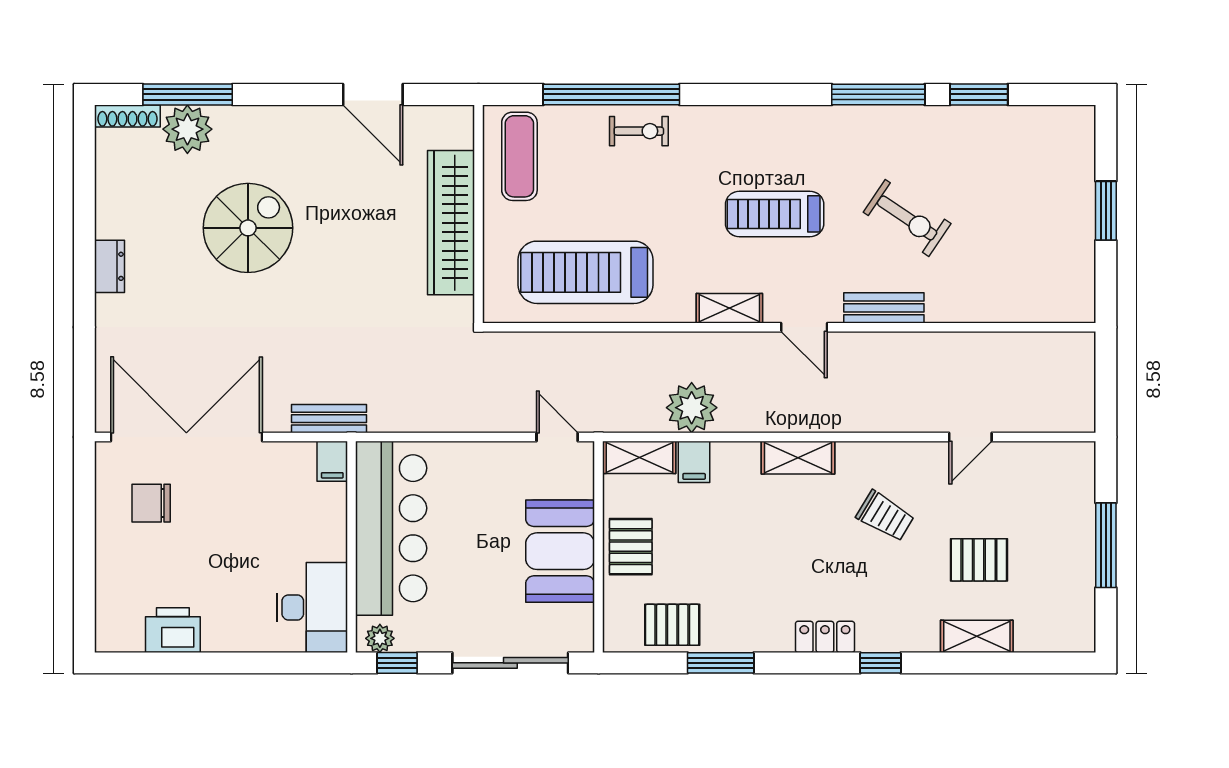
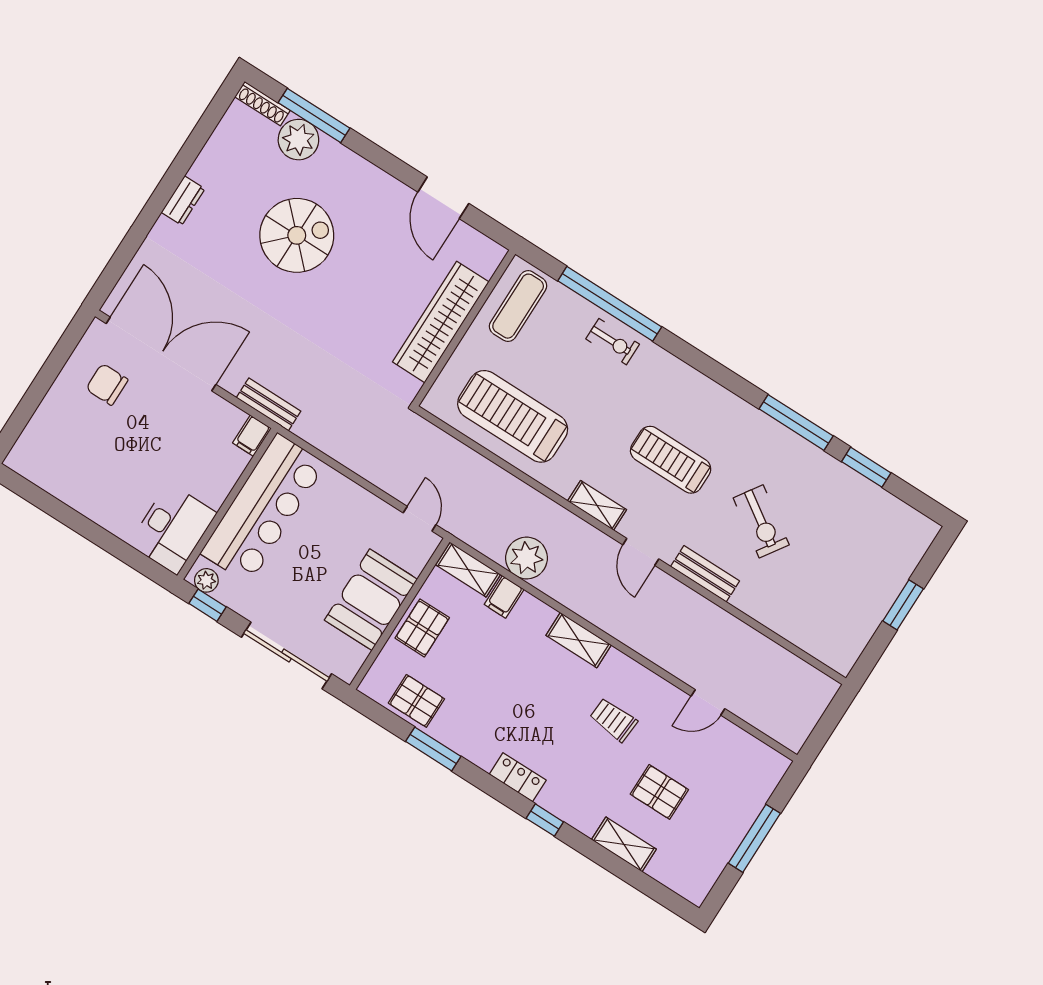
trolley: (885, 516) -> (613, 720), turned 153
printer: (173, 630) -> (66, 483), removed

